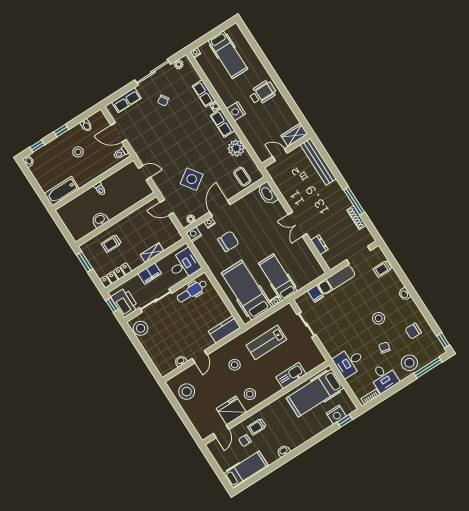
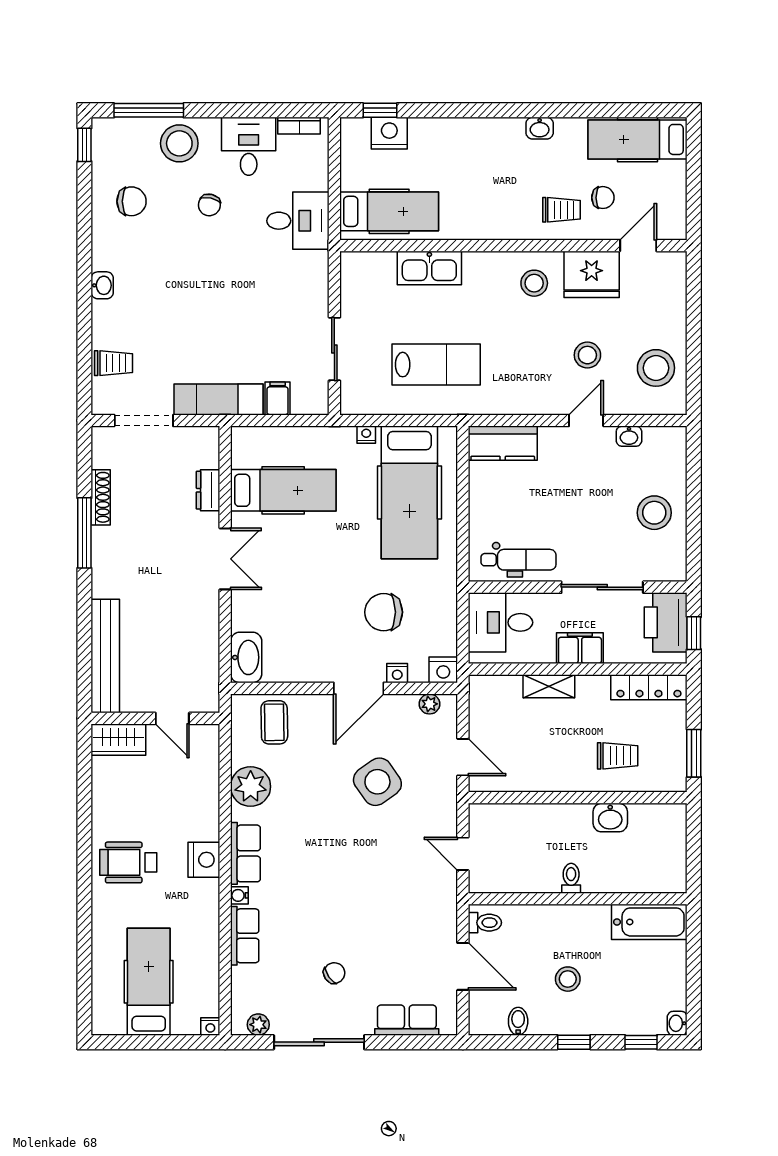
hospital bed: (278, 277) -> (283, 490), moved, turned -90
stool: (379, 318) -> (184, 270), removed
stool: (141, 328) -> (654, 513), moved
stool: (235, 365) -> (587, 355), moved
hospital bed: (315, 393) -> (389, 211), width x0.73, depth x0.78

